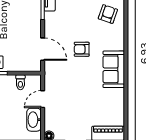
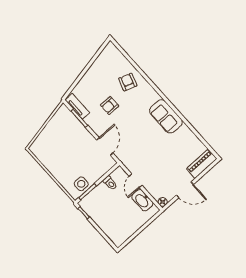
door: (43, 49) -> (105, 146), hinge flipped
armchair: (82, 49) -> (110, 106), moved

